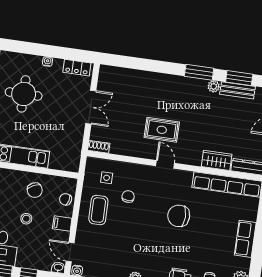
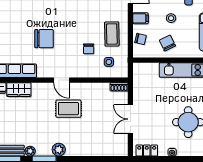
plant: (180, 83) -> (59, 150), added

